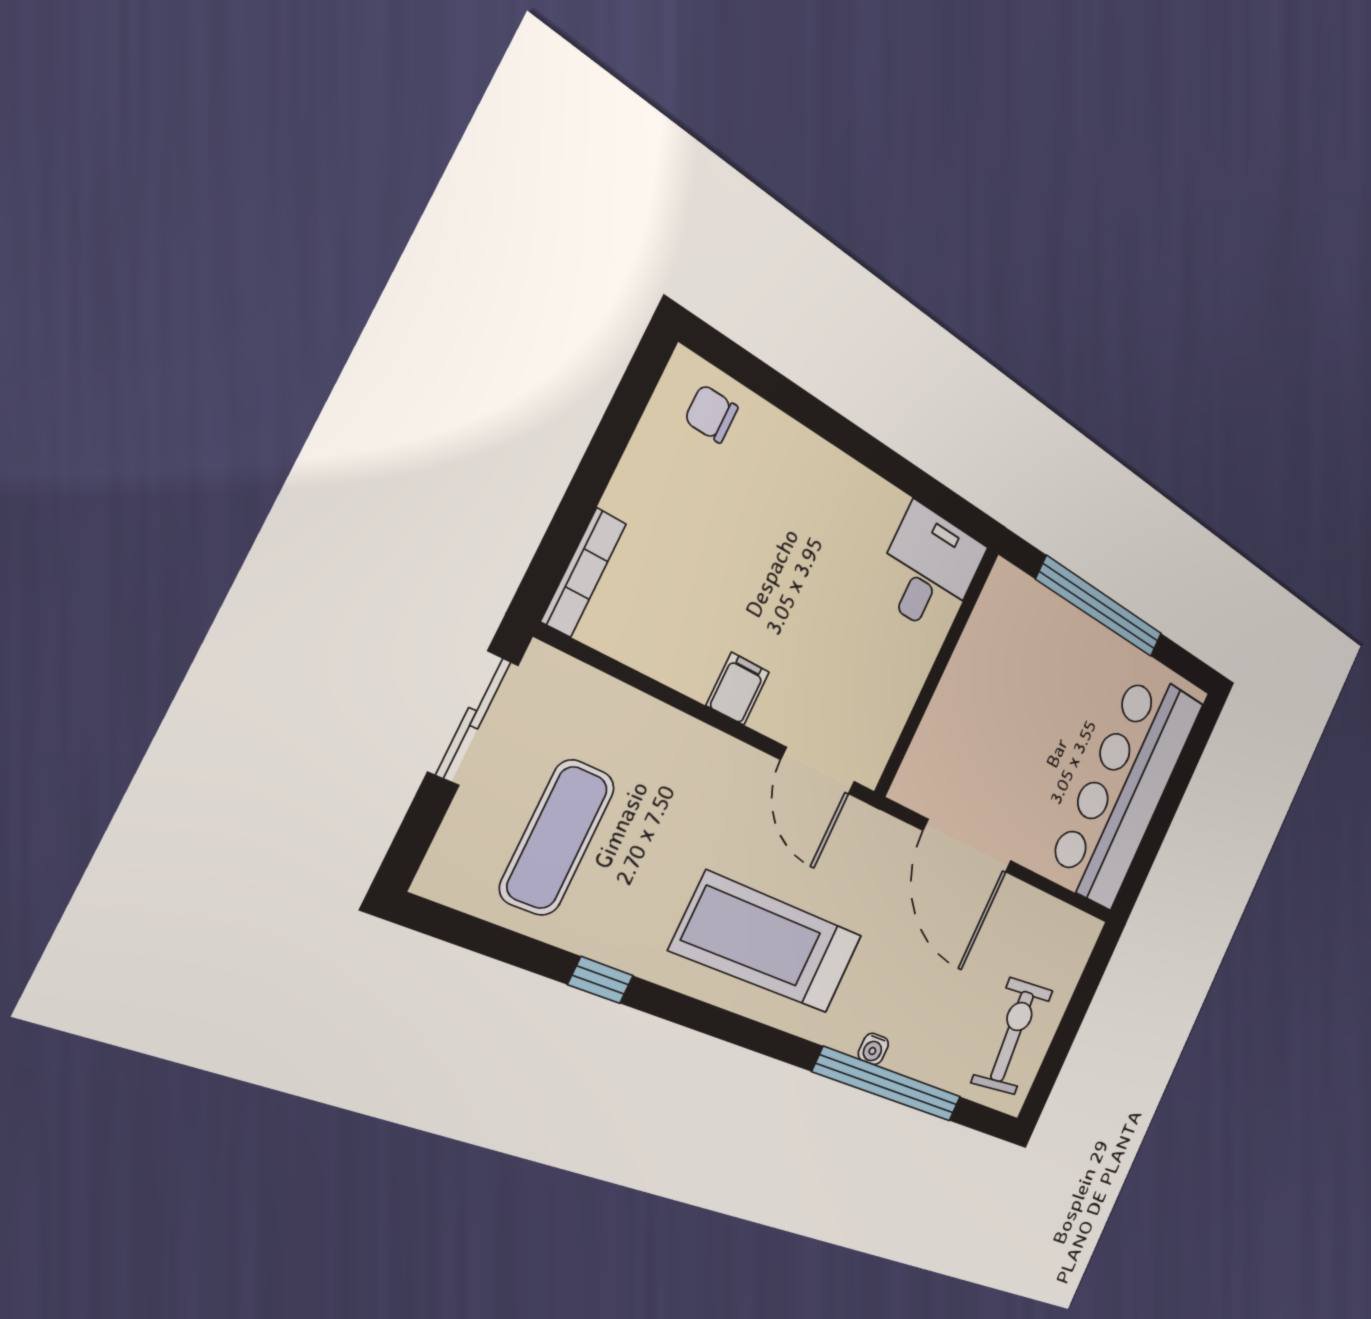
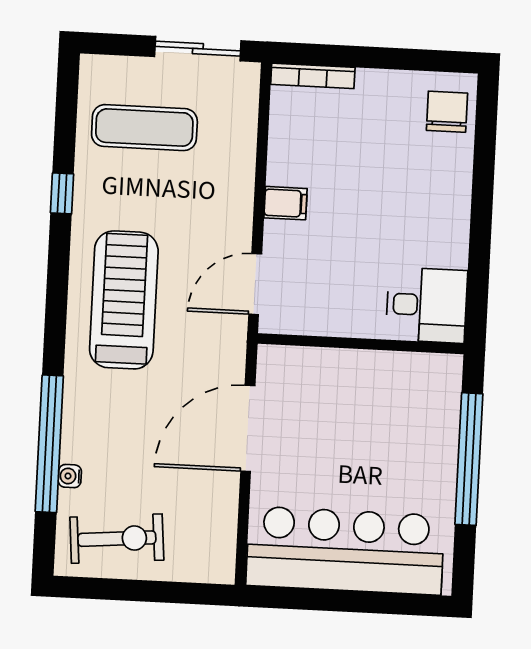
chair: (711, 414) -> (447, 112), width x1.37, depth x1.37
water cooler: (873, 1049) -> (70, 476), moved

